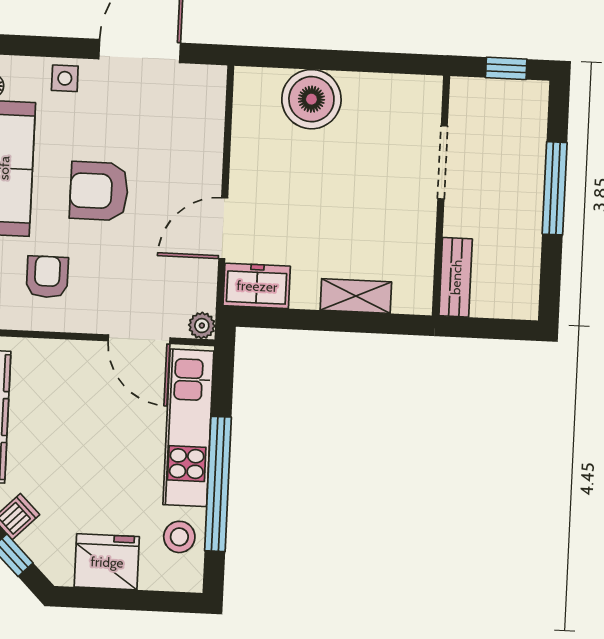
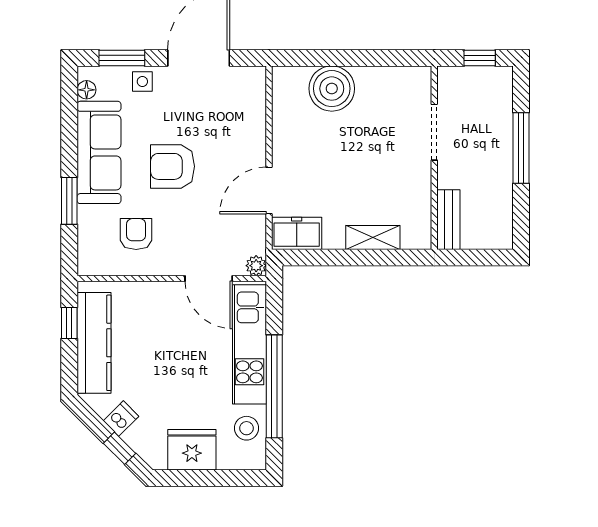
window: (39, 46) -> (122, 58), added

